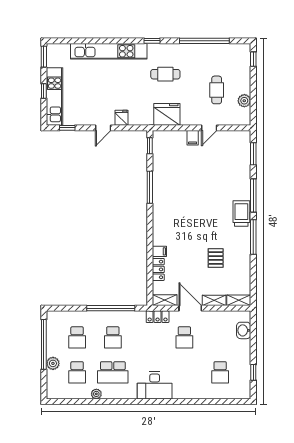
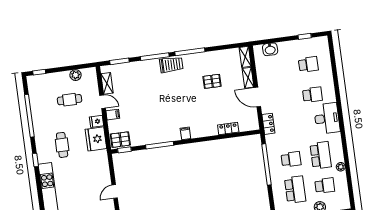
fridge: (122, 118) -> (96, 121), moved
door: (103, 128) -> (115, 192), swing flipped
pallet: (162, 143) -> (120, 140), added
trolley: (241, 213) -> (171, 65), turned 180
filing cabinet: (159, 251) -> (185, 133), moved
shelving: (165, 300) -> (107, 83), moved
door: (190, 308) -> (257, 97), hinge flipped
school desk: (77, 337) -> (295, 190), width x1.85
school desk: (184, 337) -> (312, 95), moved

